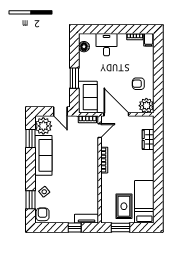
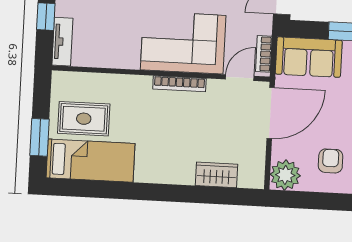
door: (100, 131) -> (240, 78), swing flipped
corner sofa: (84, 159) -> (183, 43), added
window: (120, 227) -> (39, 137), moved

